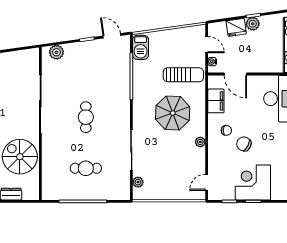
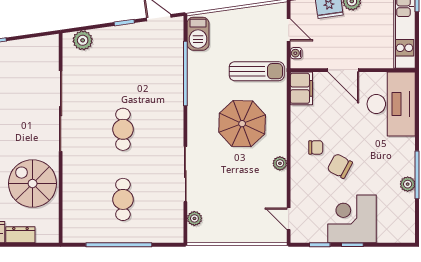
door: (235, 74) -> (343, 70), moved
filing cabinet: (216, 101) -> (301, 88), moved
cafe table: (86, 168) -> (123, 199), turned 90
door: (207, 182) -> (289, 219), hinge flipped

